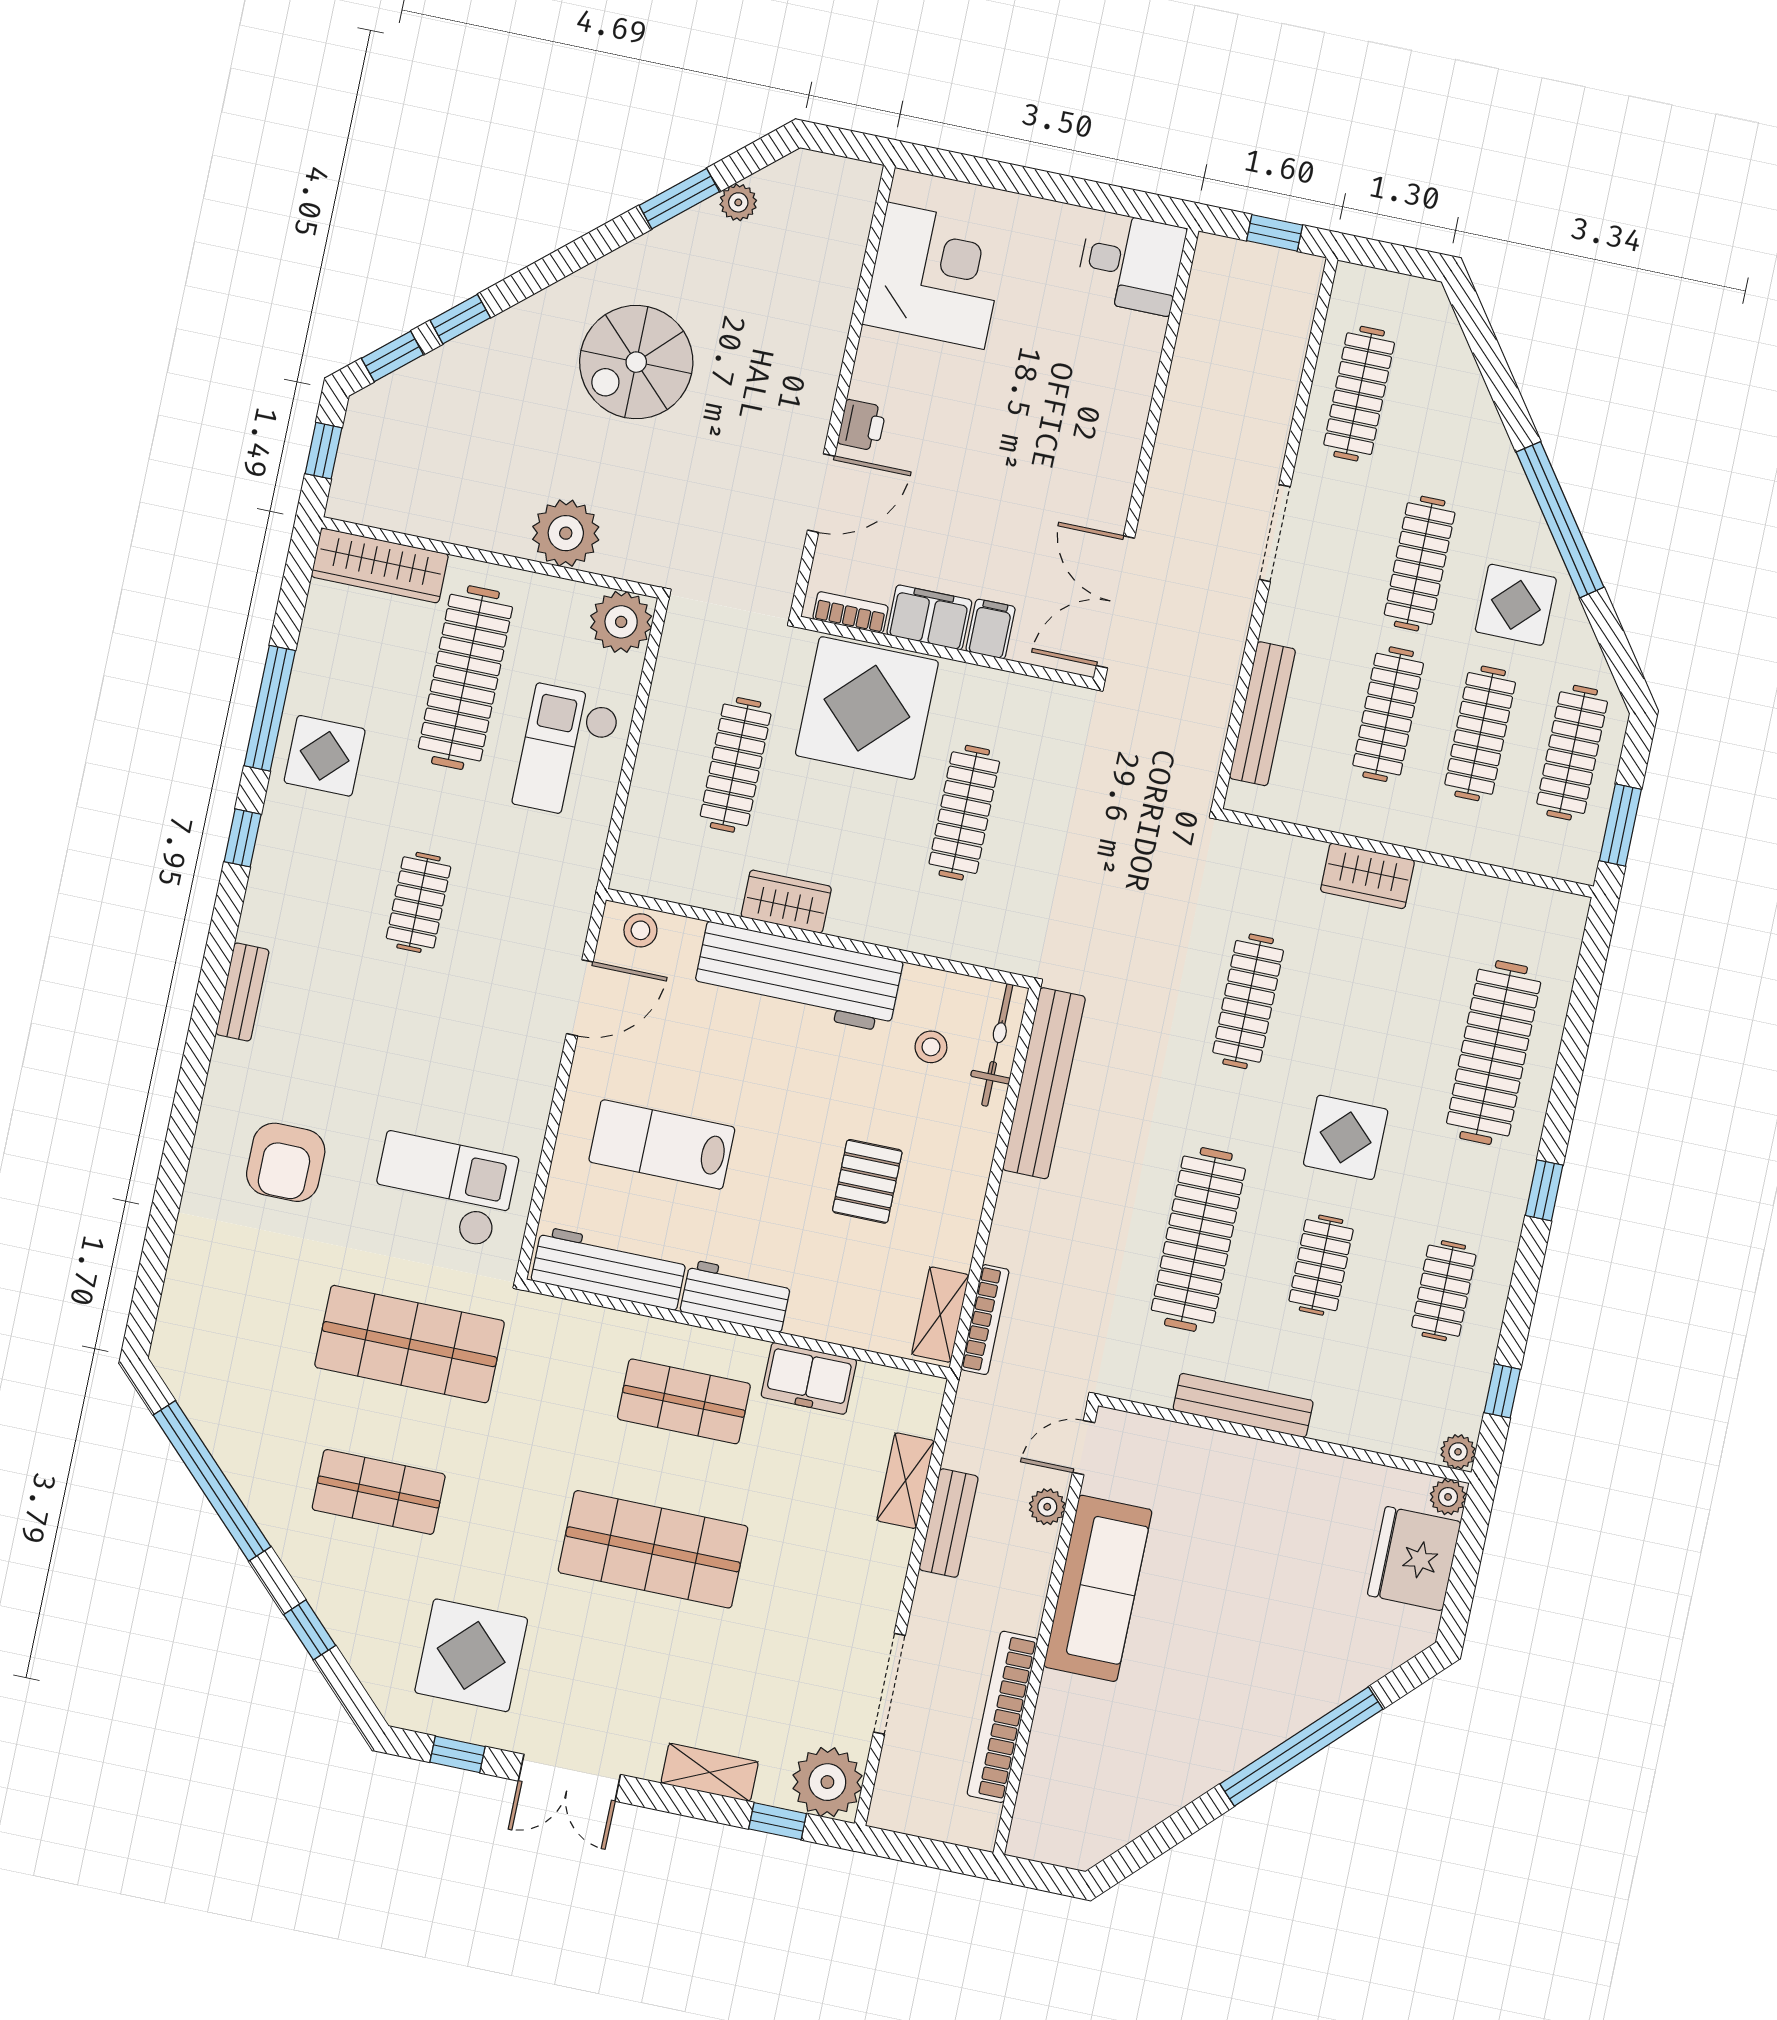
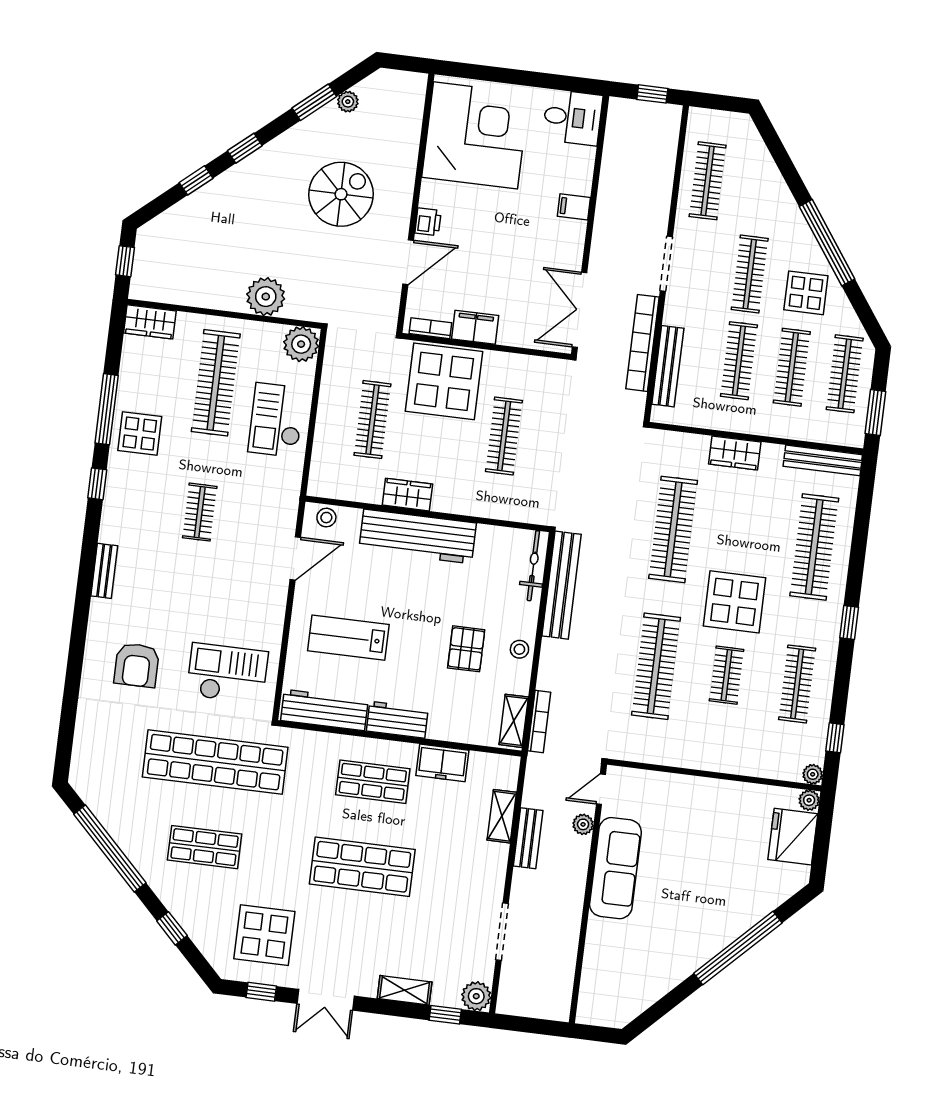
corner desk: (936, 276) -> (475, 135), width x1.36, depth x1.36
window: (392, 356) -> (245, 148), moved
spiral stairs: (636, 362) -> (341, 194), moved, turned 180
wardrobe: (380, 565) -> (150, 322), width x0.67
filing cabinet: (991, 629) -> (574, 207), moved, turned -90
clothes rail: (1248, 1001) -> (673, 529), width x1.37, depth x1.31
stool: (931, 1047) -> (519, 649), moved
display table: (1346, 1137) -> (735, 602), width x1.36, depth x1.36
clothes rail: (1444, 1291) -> (797, 684), width x1.36
shop shelf: (410, 1344) -> (215, 762), width x1.40
bench: (1243, 1405) -> (823, 460), moved
bookcase: (1002, 1717) -> (643, 343), moved
plant: (827, 1782) -> (476, 996), width x0.73, depth x0.73

